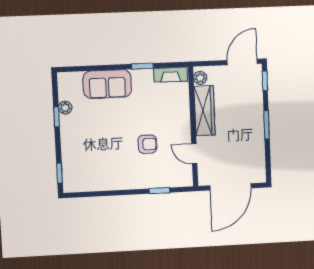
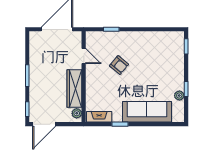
sofa: (107, 84) -> (147, 112), width x1.36
armchair: (147, 144) -> (119, 65), turned -140

